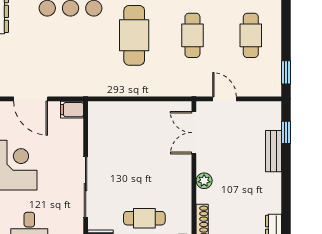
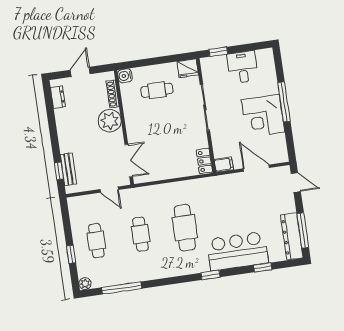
window: (286, 72) -> (71, 254), moved
locker: (96, 118) -> (204, 161), added
bench: (273, 151) -> (68, 169), moved
plant: (204, 181) -> (110, 121), width x1.88, depth x1.88

